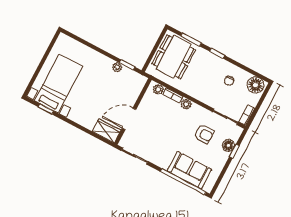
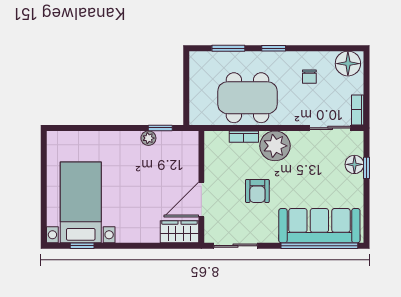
dining table: (174, 57) -> (247, 98), moved, turned 90
plant: (158, 89) -> (220, 139), removed
plant: (186, 104) -> (275, 146), width x1.87, depth x1.87
armchair: (204, 134) -> (257, 191), moved, turned 90
sofa: (189, 170) -> (319, 226), width x1.36

